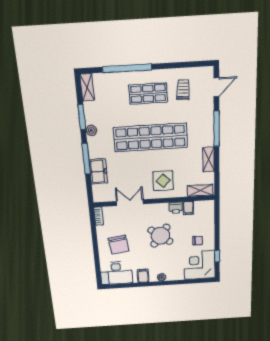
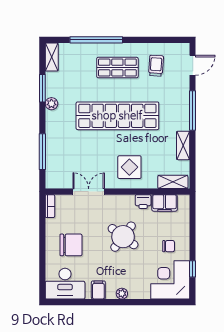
window: (86, 159) -> (42, 152), moved
freezer: (98, 171) -> (55, 151), removed
filing cabinet: (188, 208) -> (165, 203), width x2.00
chair: (119, 245) -> (71, 245), turned -82

